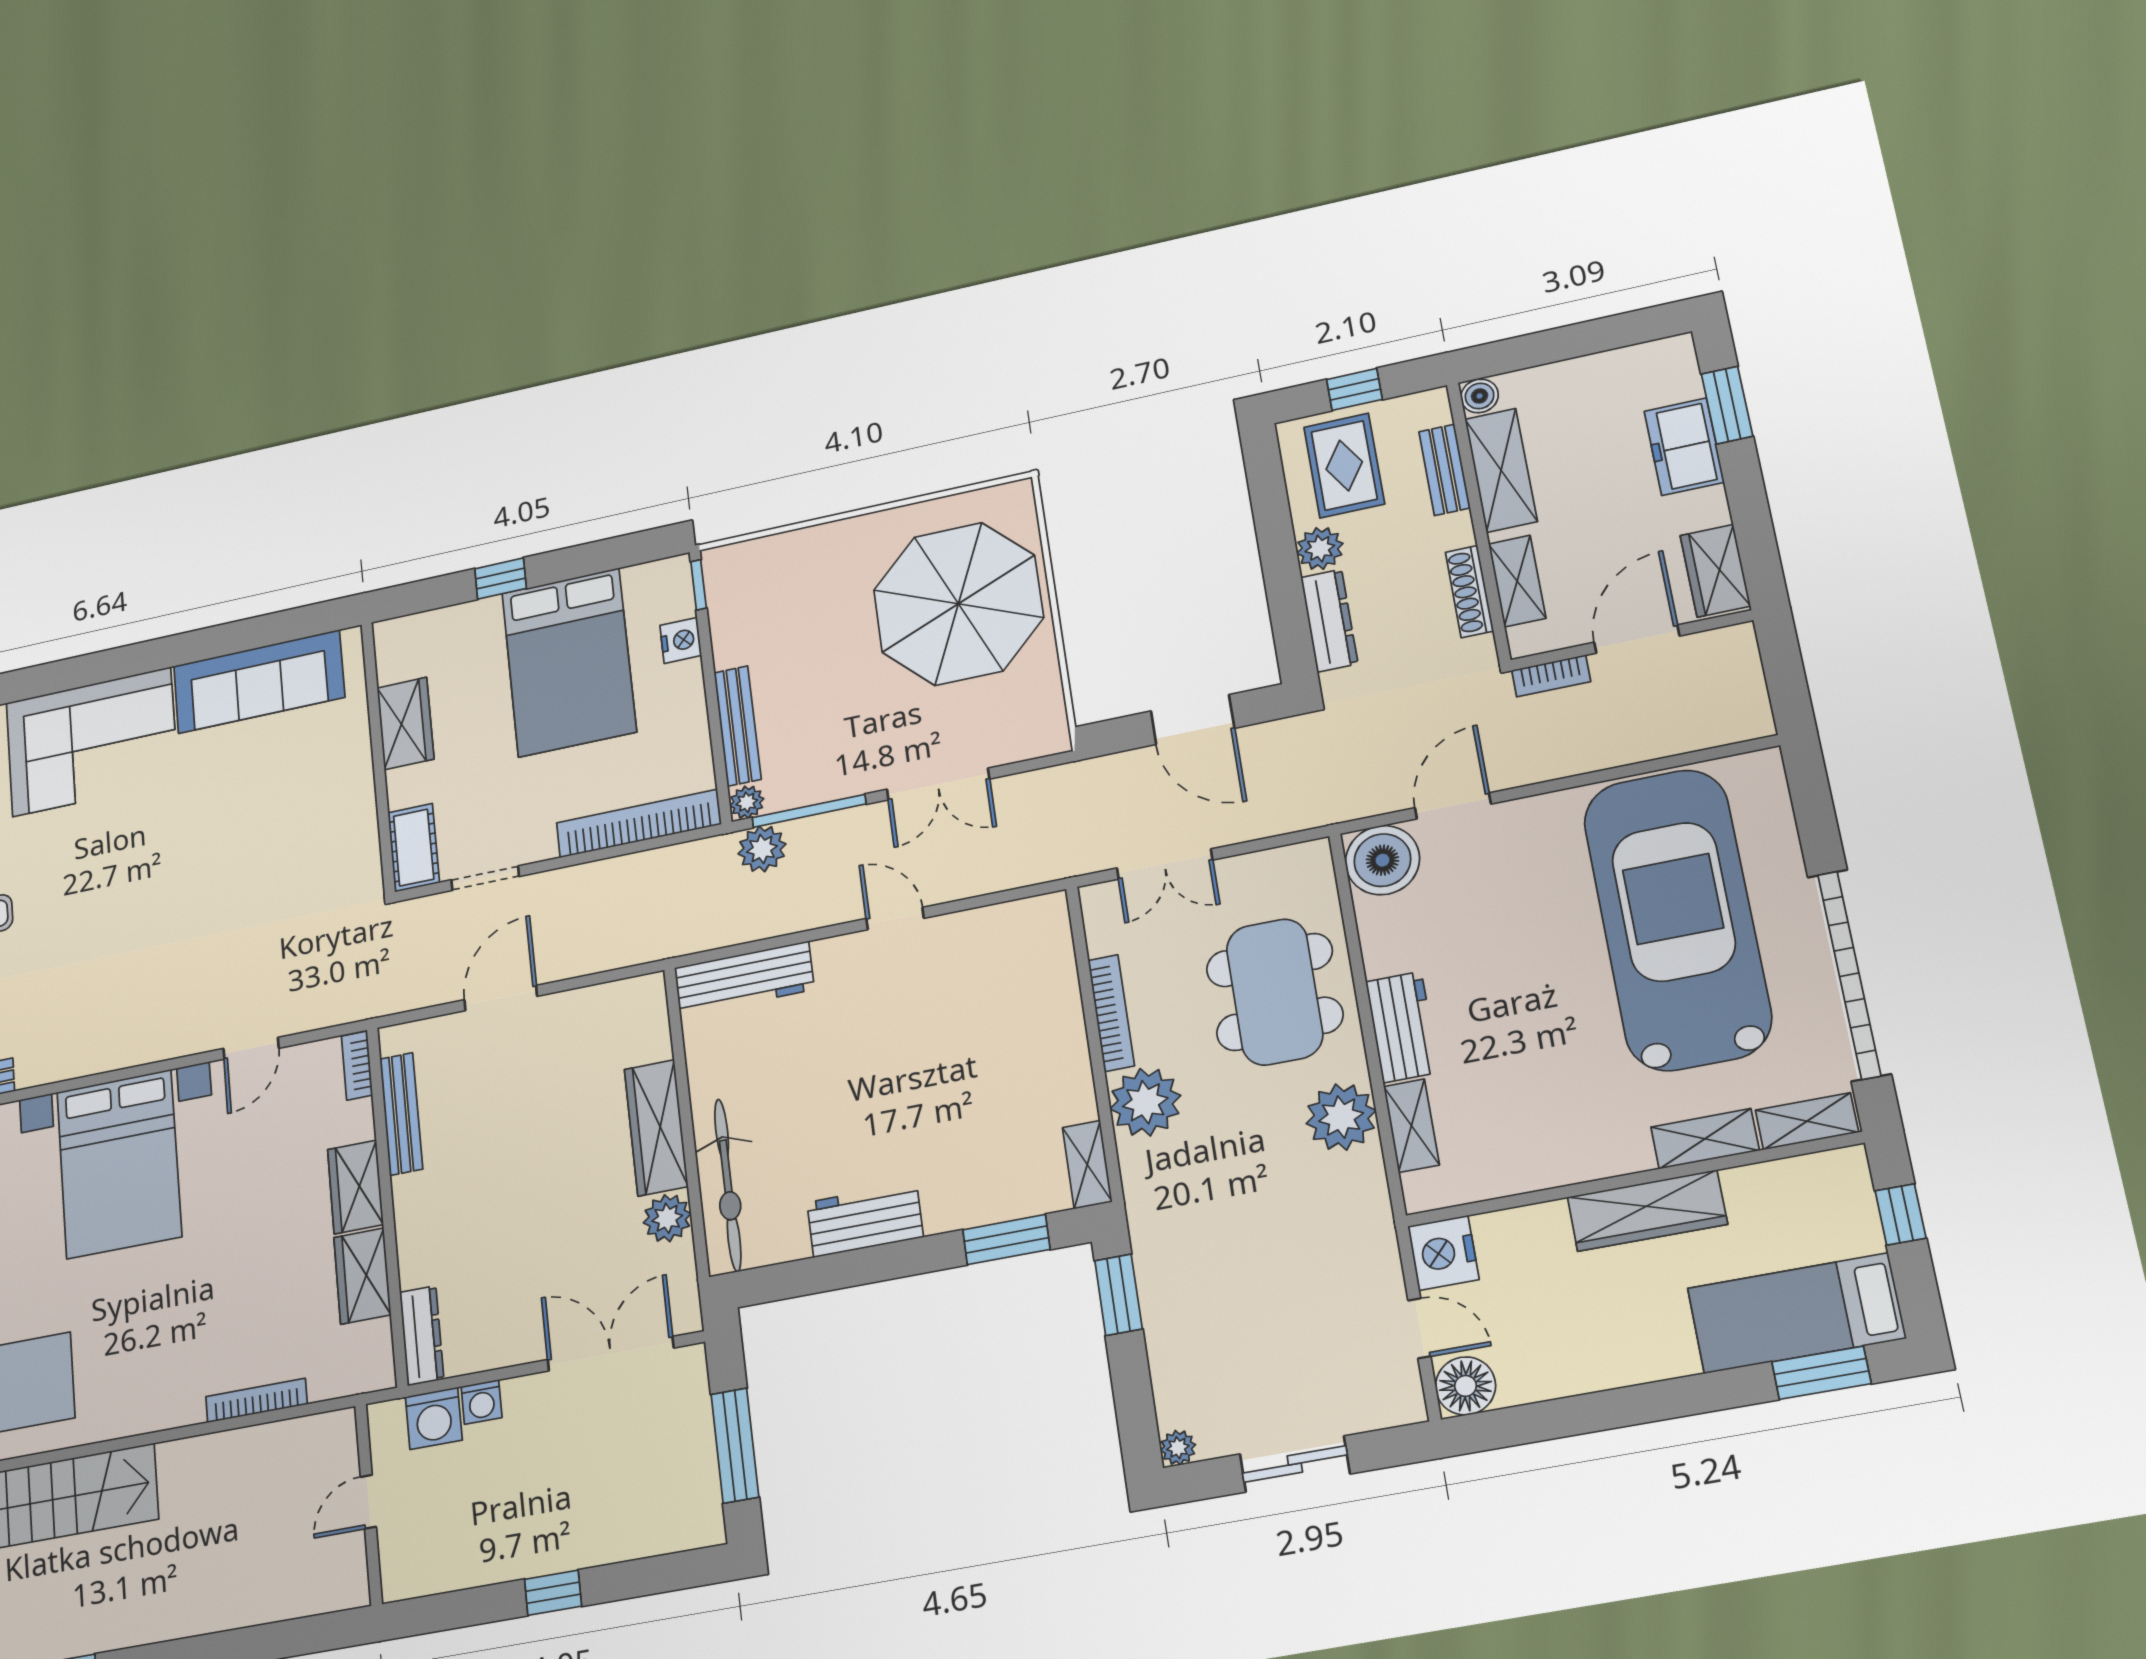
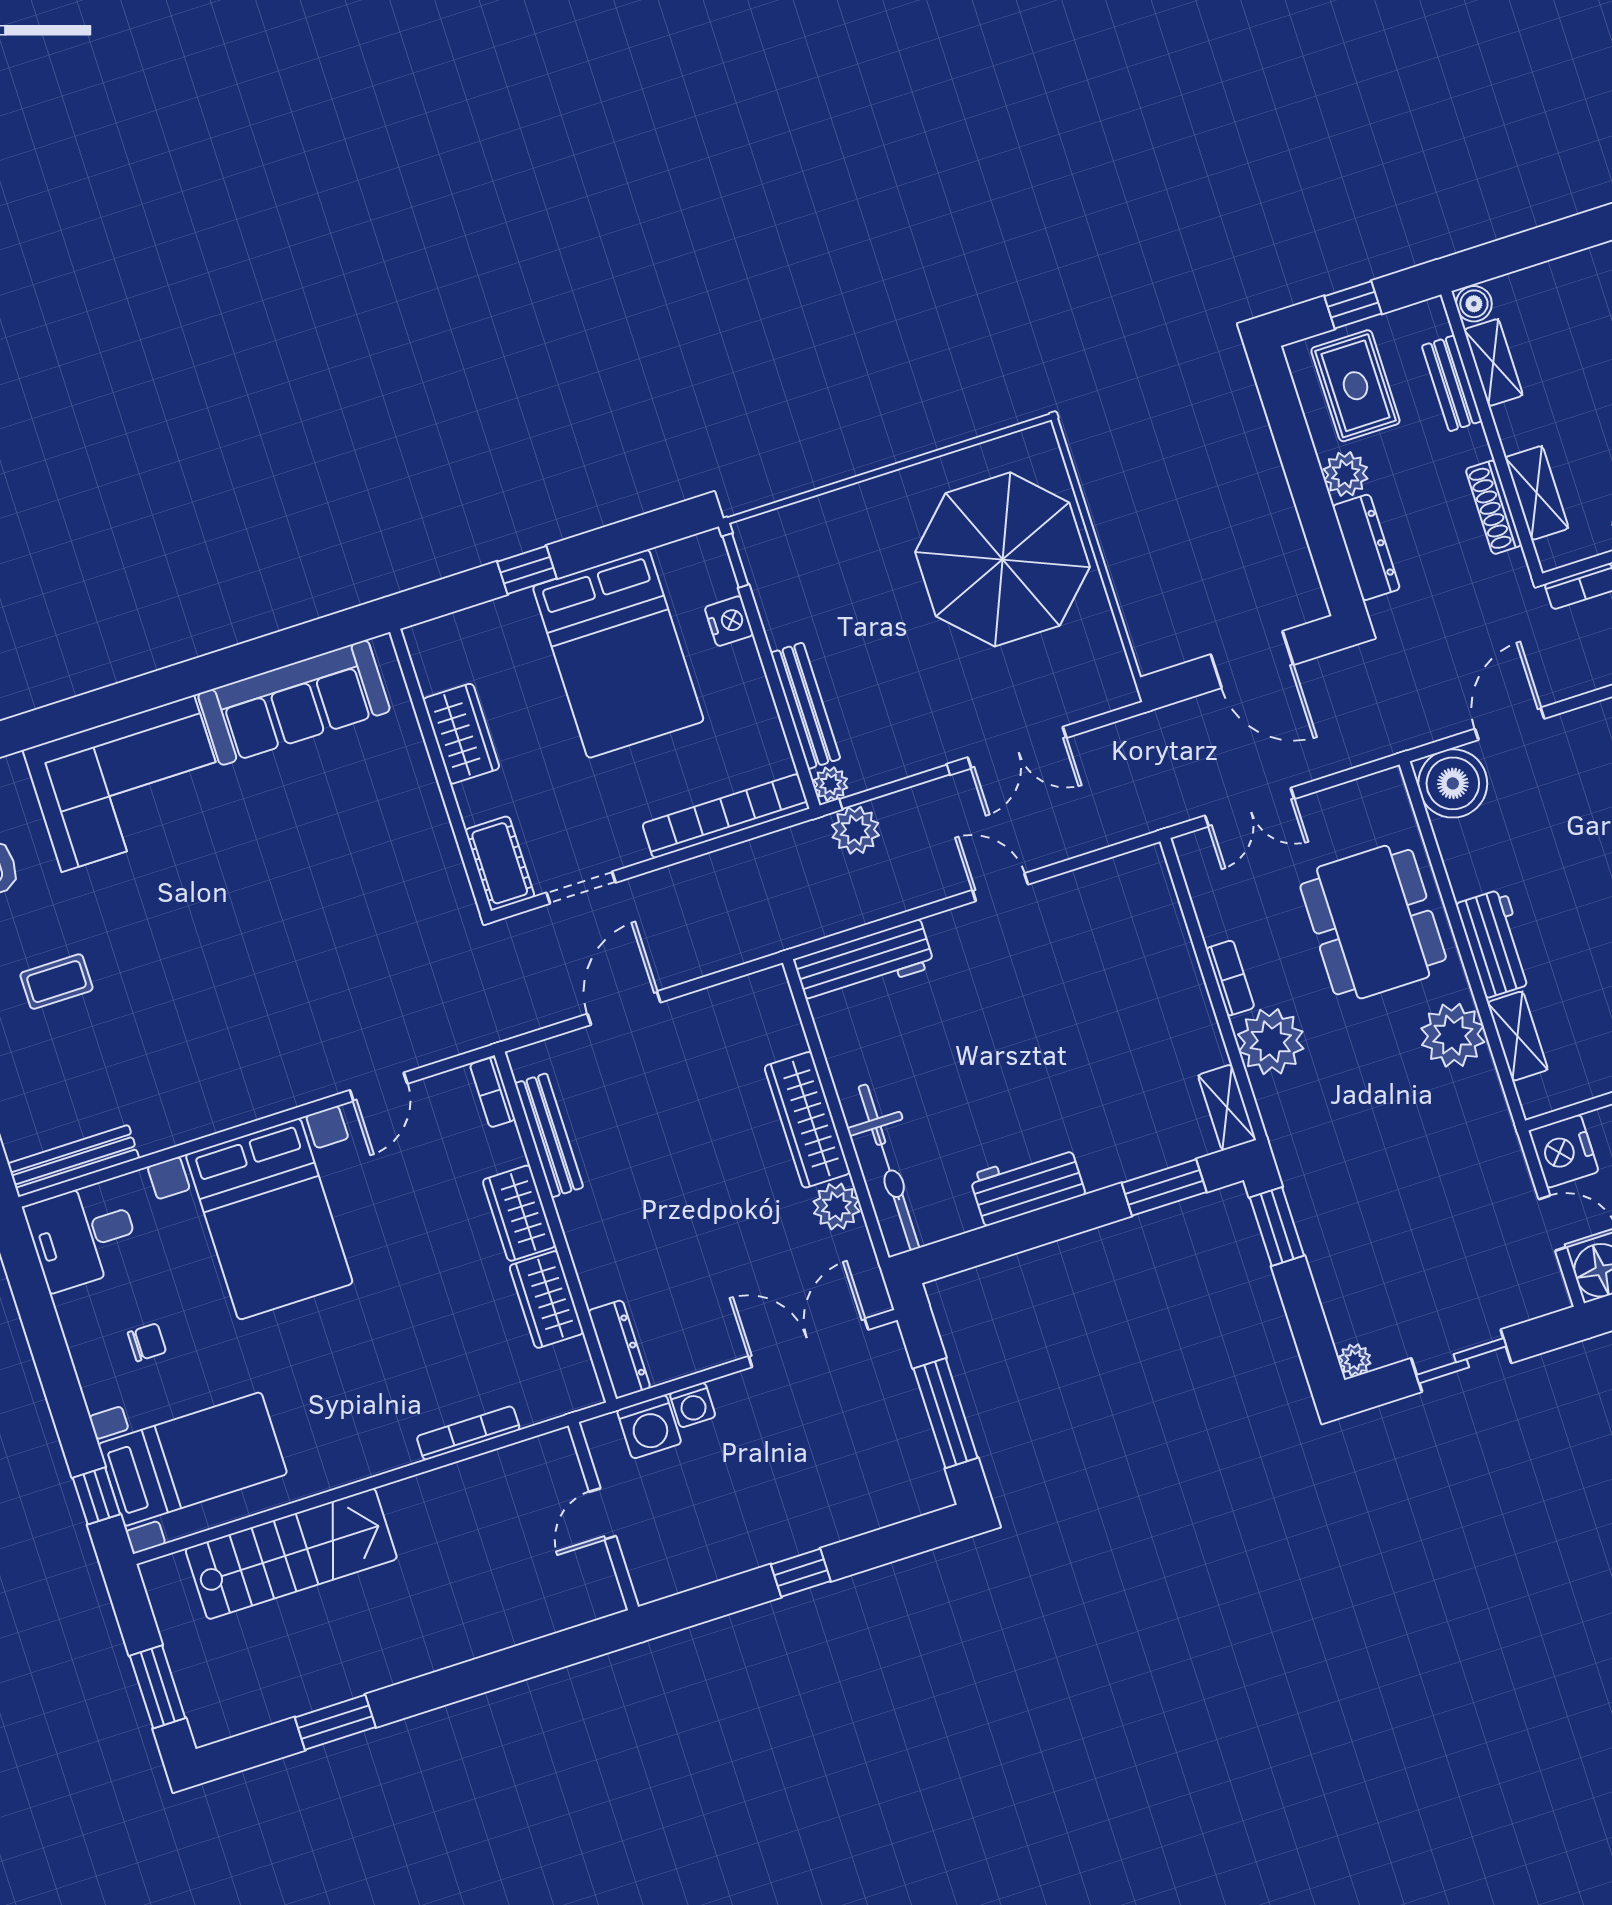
shelving: (1501, 470) -> (1493, 362), width x0.67, depth x0.75
bookcase: (1111, 1013) -> (1230, 978), width x0.64

